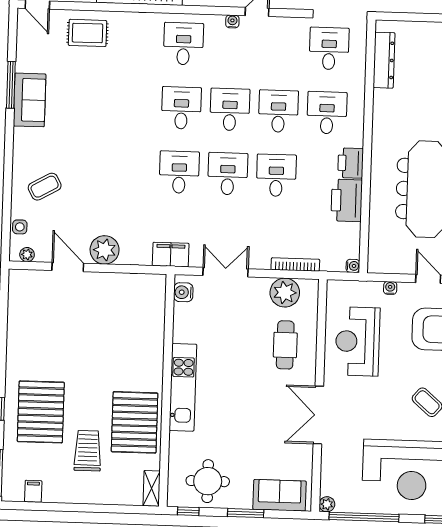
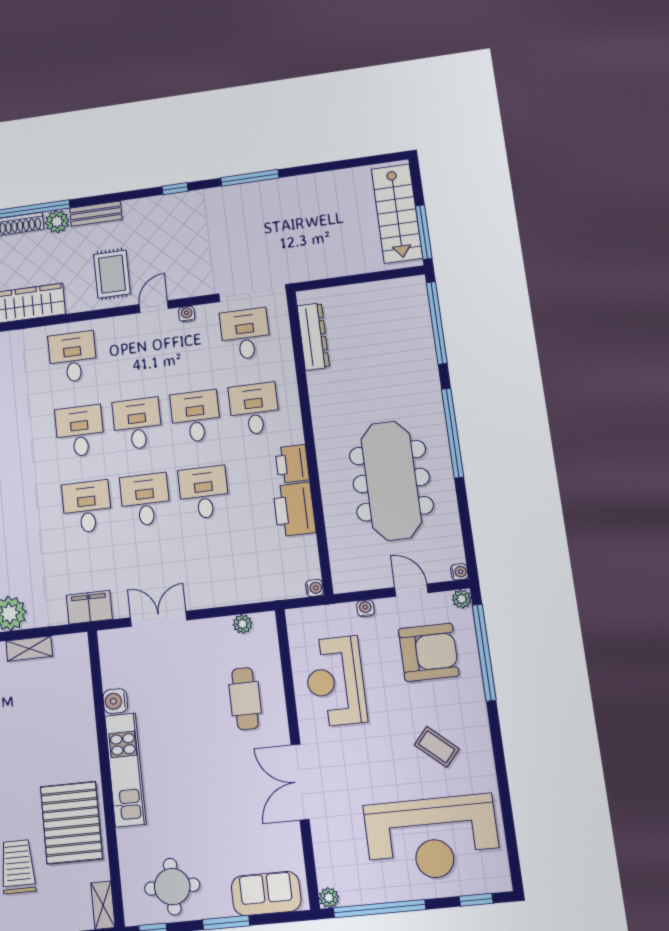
water cooler: (232, 21) -> (187, 314), moved
bookcase: (295, 264) -> (243, 597), removed
shelving: (117, 281) -> (29, 649), added
water cooler: (183, 292) -> (115, 701), moved
plant: (285, 293) -> (242, 624), width x0.53, depth x0.53

